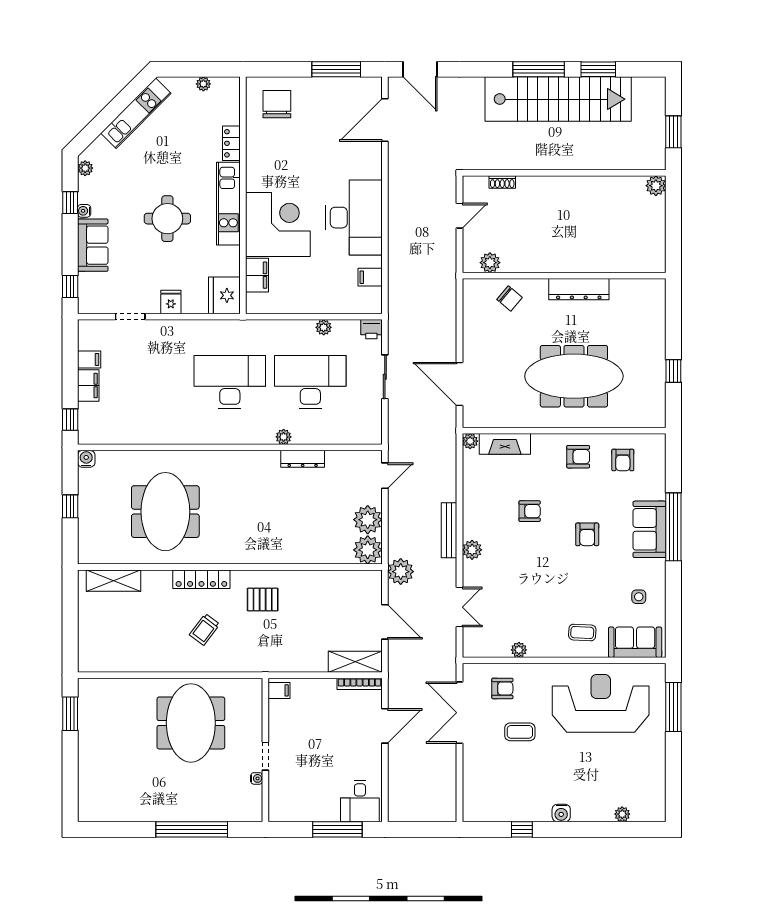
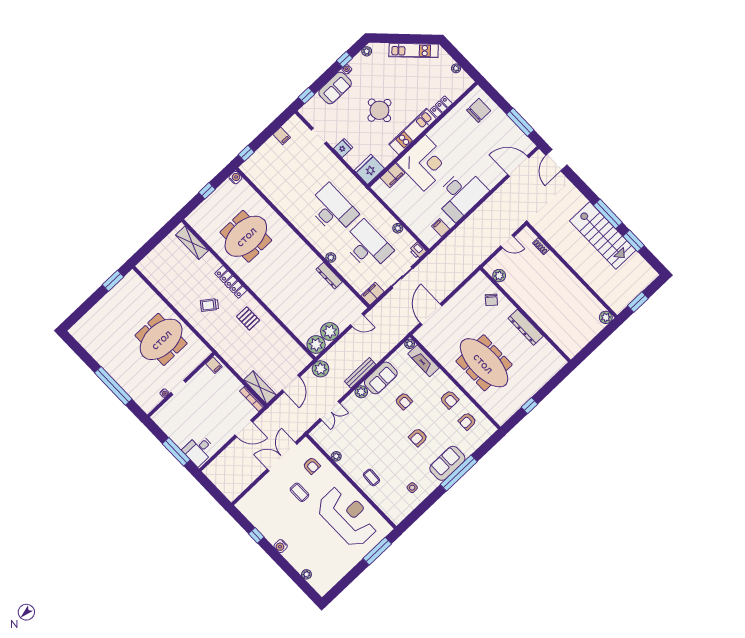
stairs: (558, 99) -> (603, 236), width x0.73
filing cabinet: (88, 386) -> (373, 294), moved, turned 180
sofa: (635, 642) -> (381, 378), moved, turned 90

